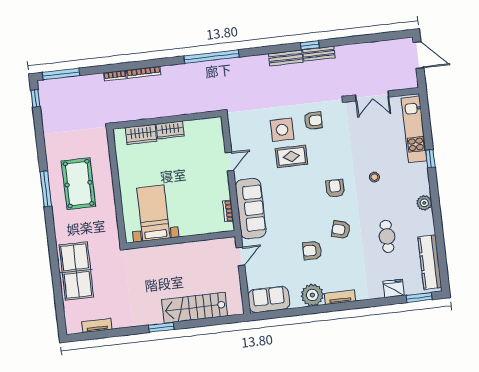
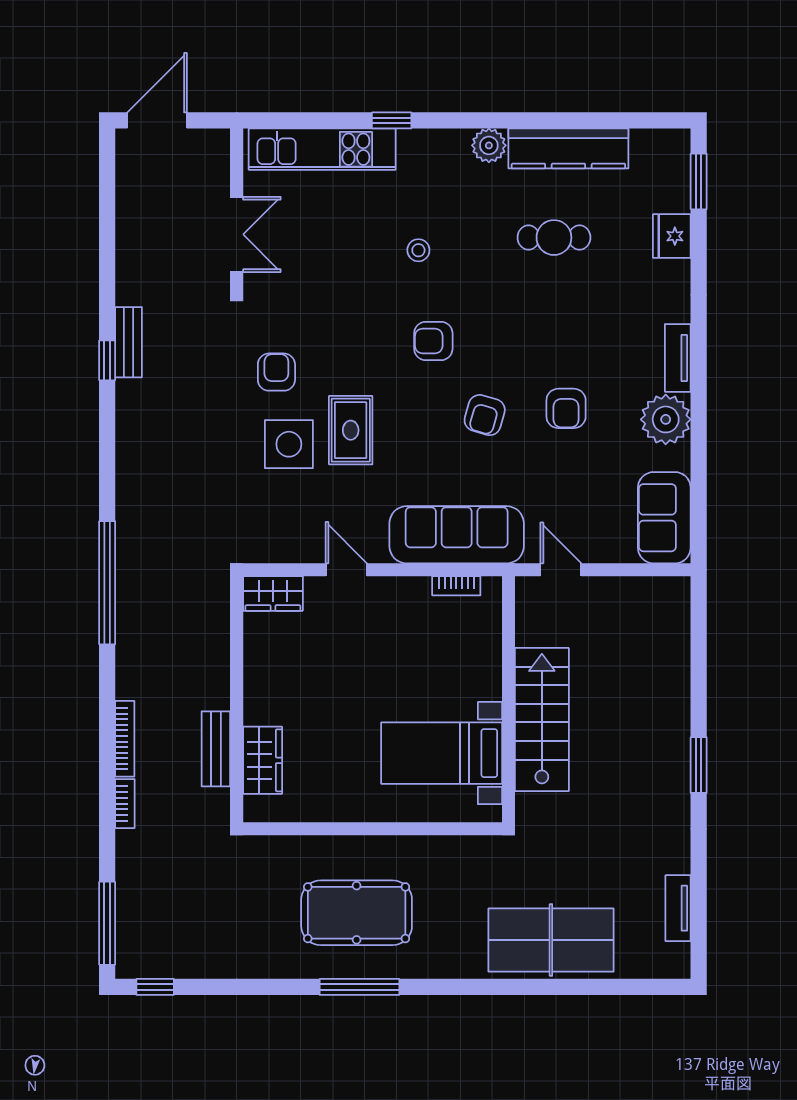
bench: (286, 58) -> (216, 749), moved
wardrobe: (170, 130) -> (273, 593), moved, turned 90
armchair: (341, 230) -> (485, 415), moved
kitchen counter: (430, 262) -> (568, 148), moved
stairs: (195, 308) -> (542, 720), moved, turned 180

